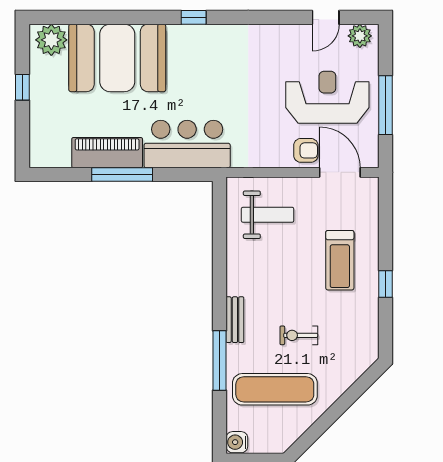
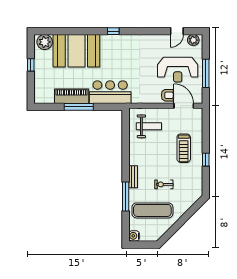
reception desk: (327, 97) -> (178, 70), turned 180

